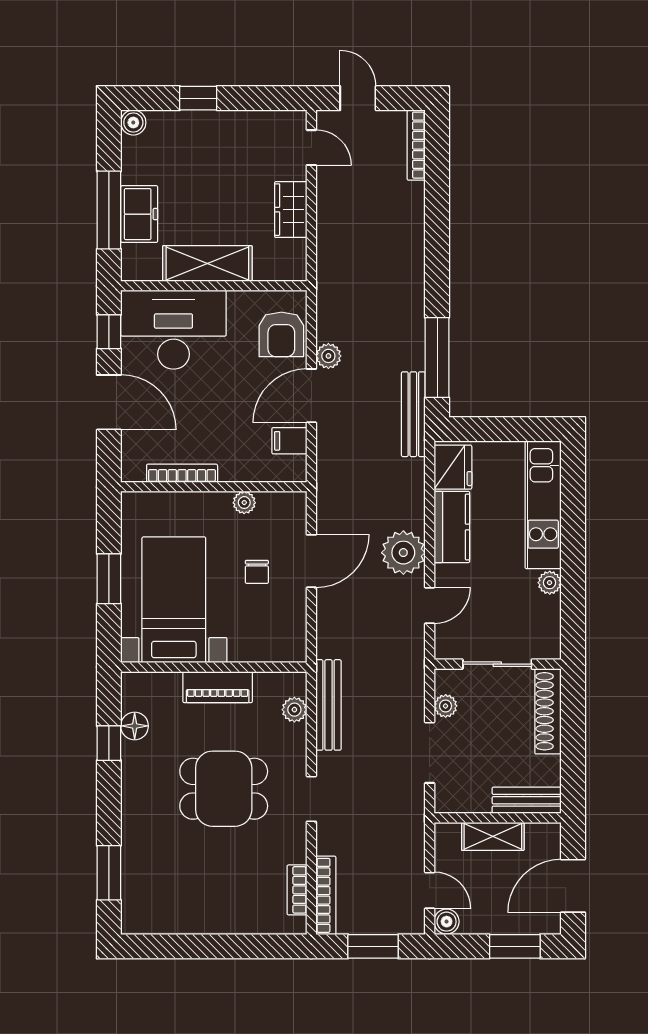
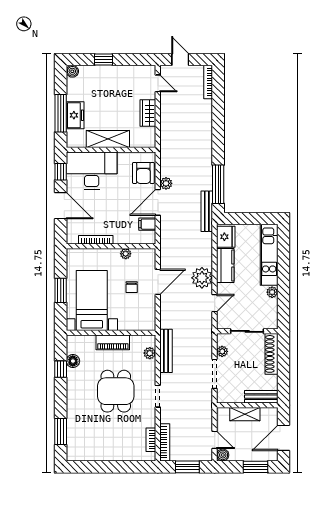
dining table: (224, 789) -> (116, 391), turned 90

